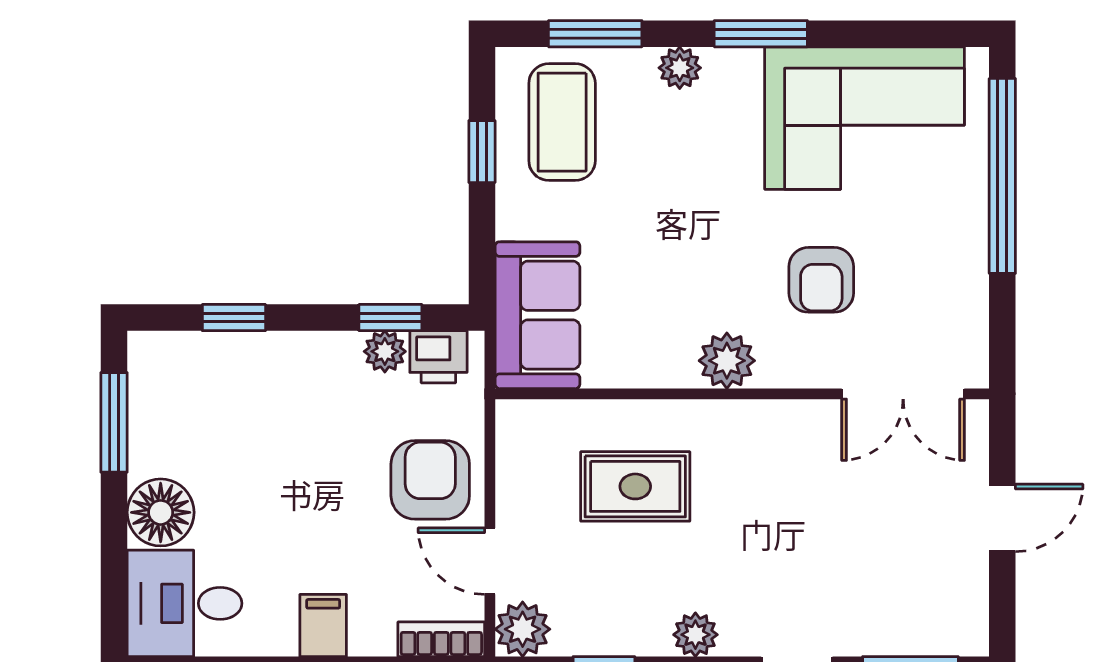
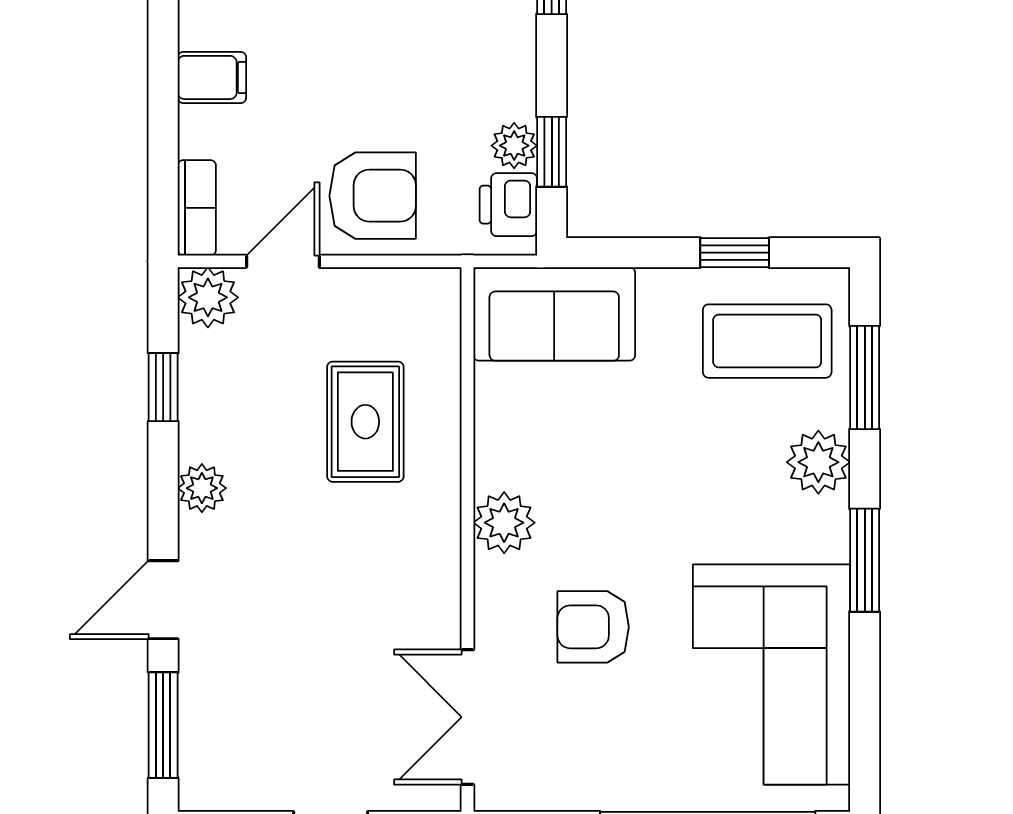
plant: (680, 68) -> (818, 462), width x1.38, depth x1.38

